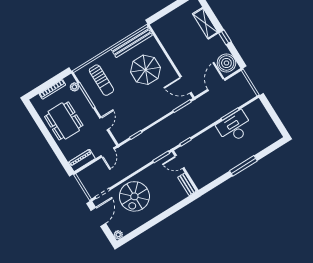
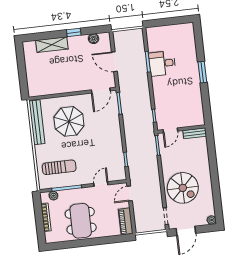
boiler: (226, 63) -> (94, 39), width x0.54, depth x0.54
dining table: (64, 121) -> (81, 221), turned 90
door: (104, 124) -> (101, 184), hinge flipped
desk: (234, 127) -> (162, 63), width x0.73
door: (108, 152) -> (130, 193), swing flipped
window: (243, 166) -> (202, 72), width x0.69
door: (98, 217) -> (186, 231), swing flipped

